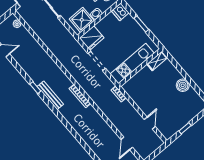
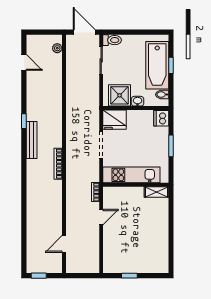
boiler: (183, 85) -> (161, 234), removed
door: (150, 123) -> (101, 217), moved

